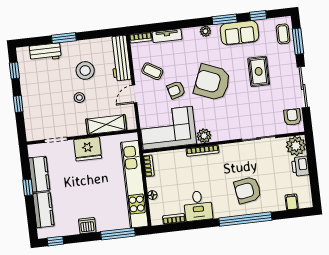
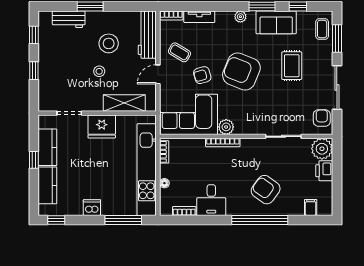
armchair: (248, 190) -> (266, 190), turned 45

